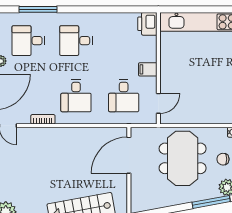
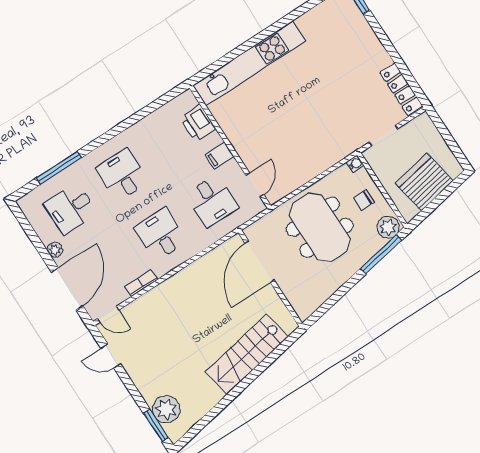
printer: (147, 24) -> (198, 123), moved
desk: (76, 41) -> (122, 175), turned 90
desk: (76, 96) -> (161, 234), turned 180

